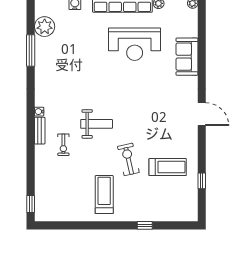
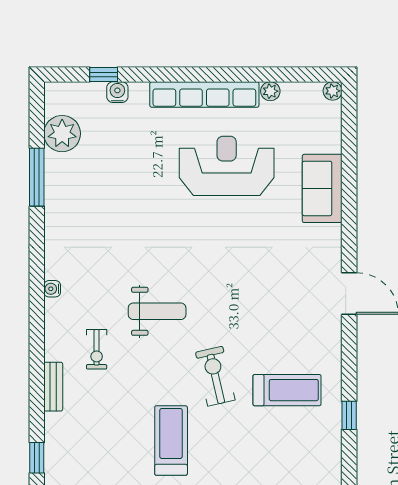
reception desk: (135, 44) -> (227, 166), turned 180
bench: (40, 131) -> (53, 387), moved

